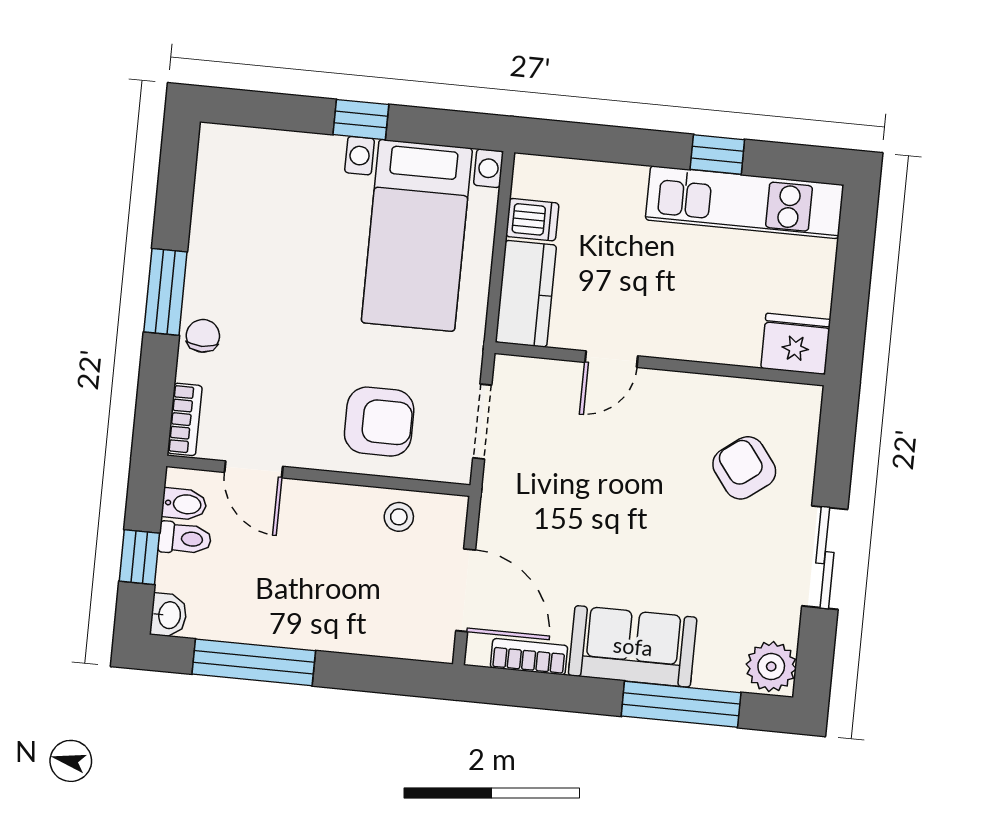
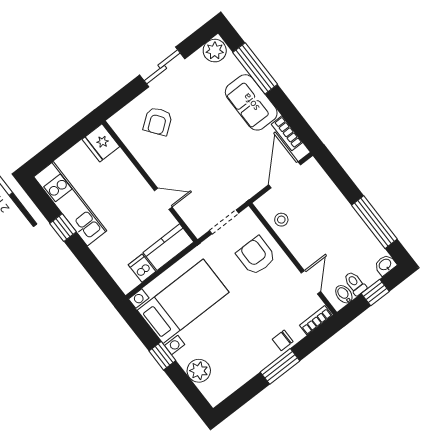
plant: (282, 155) -> (199, 371), added

